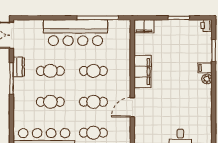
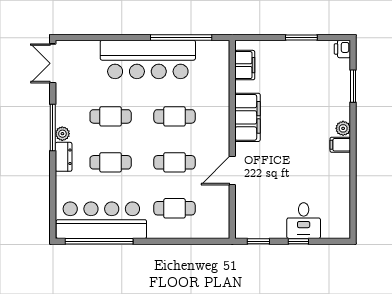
filing cabinet: (144, 26) -> (245, 65), moved, turned -90
dresser: (19, 67) -> (64, 157), moved
filing cabinet: (205, 68) -> (340, 145), moved
plant: (18, 83) -> (62, 134), added

